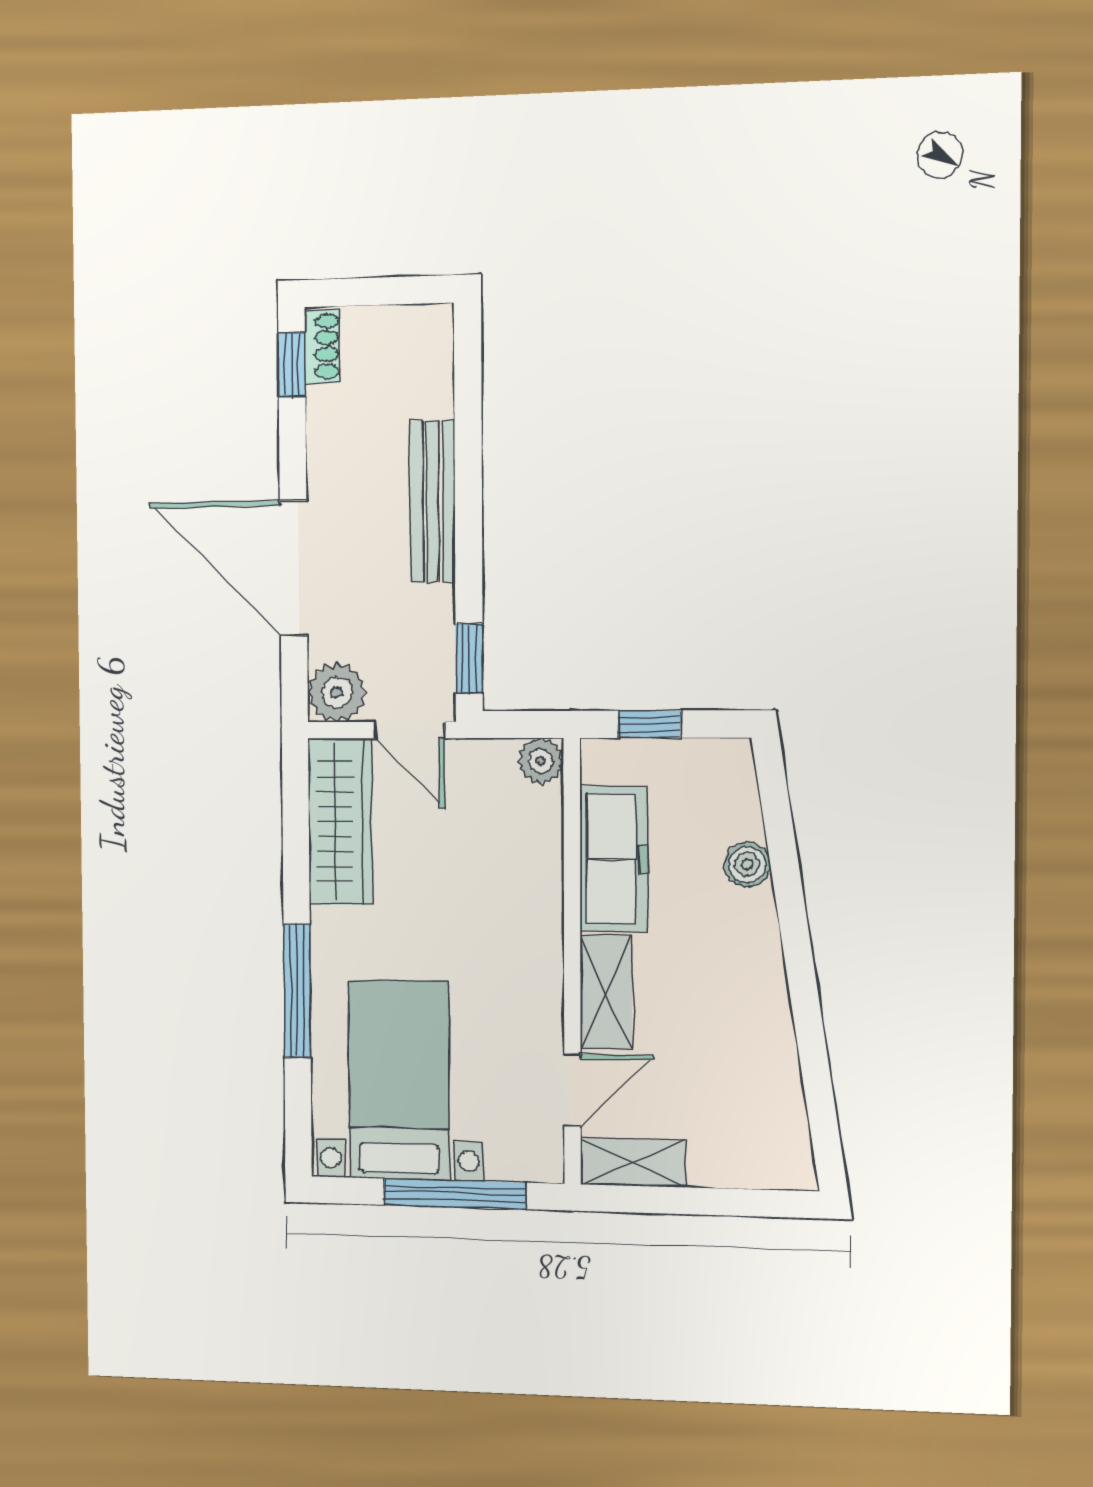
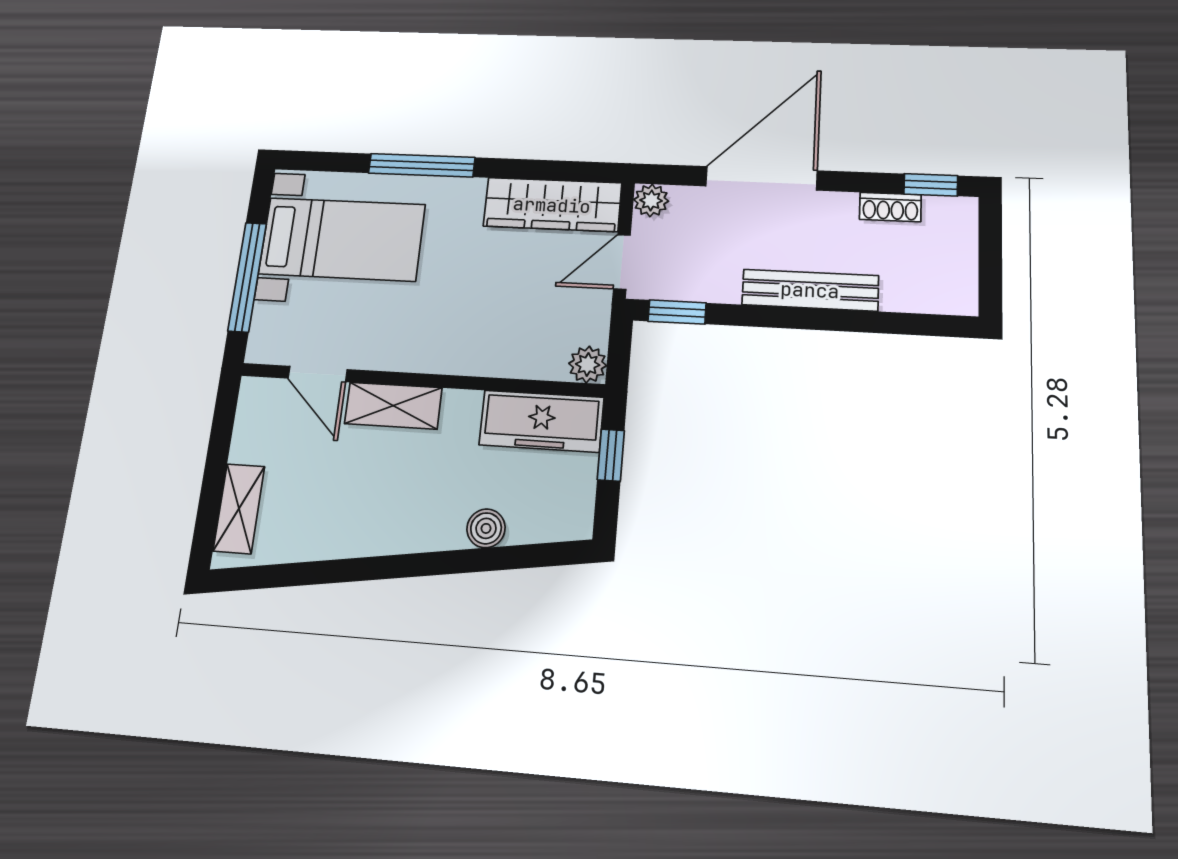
shoe rack: (322, 346) -> (890, 207), moved
plant: (337, 692) -> (651, 200), width x0.73, depth x0.73
freezer: (614, 859) -> (541, 421), moved
shelving: (633, 1163) -> (239, 509), moved

